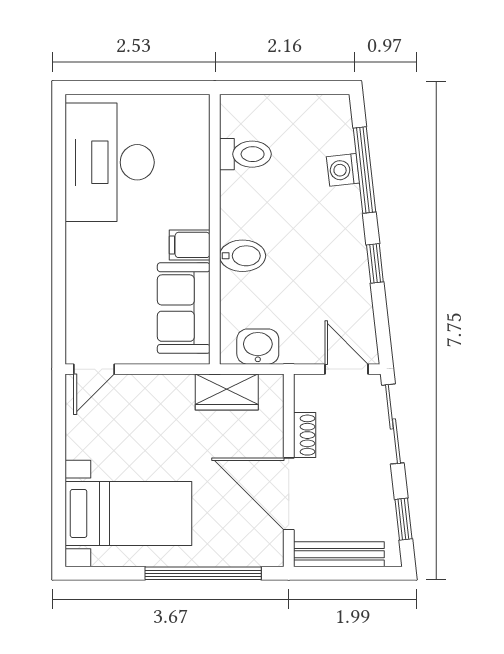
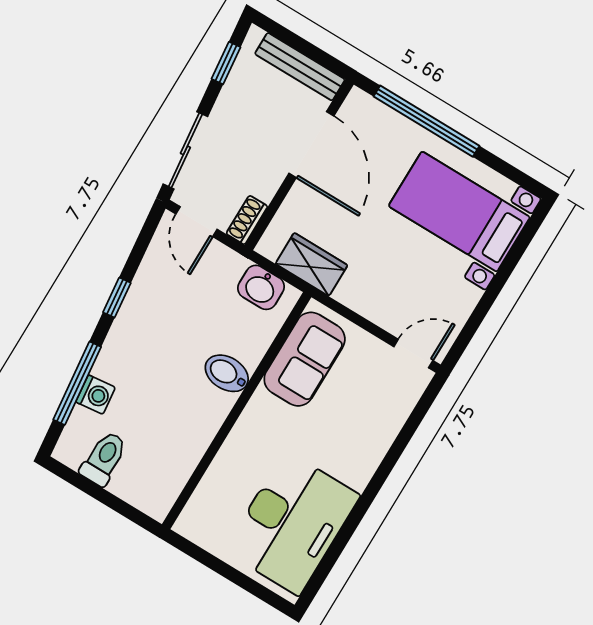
toilet: (245, 154) -> (104, 459), moved, turned 90
filing cabinet: (190, 245) -> (266, 410), removed
shoe rack: (305, 435) -> (247, 220), moved

